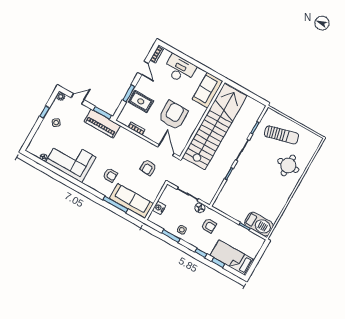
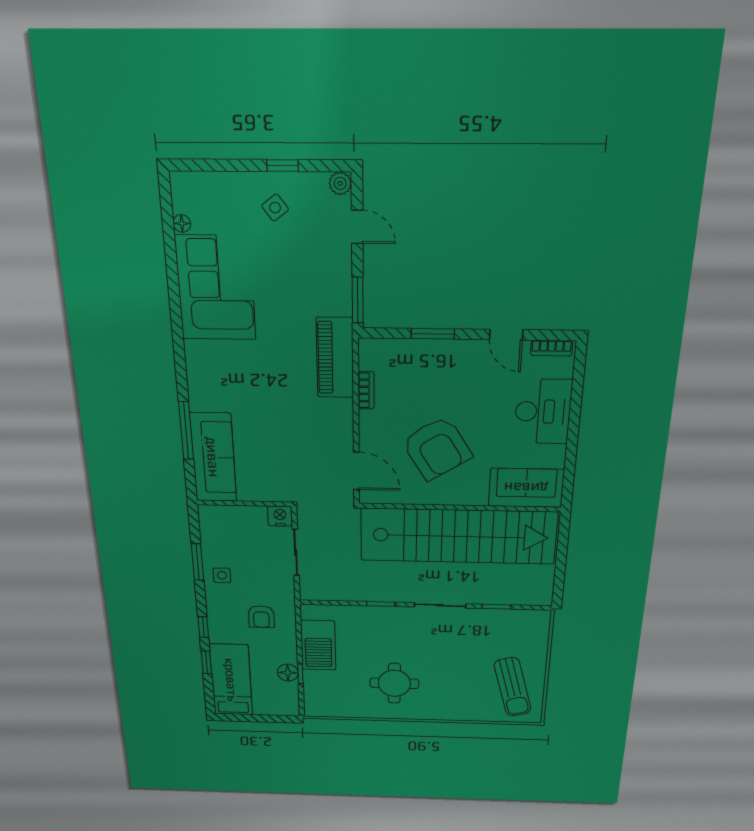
door: (143, 68) -> (506, 335), hinge flipped
rug: (141, 101) -> (429, 369), removed
armchair: (173, 115) -> (437, 448), turned 58
piano: (102, 124) -> (335, 358), moved
sun lounger: (282, 135) -> (513, 687), moved
door: (166, 150) -> (356, 471), hinge flipped
round table: (288, 165) -> (394, 683), moved
armchair: (148, 167) -> (300, 455), removed
armchair: (110, 175) -> (237, 389), removed
nightstand: (159, 208) -> (280, 516), moved
floor lamp: (200, 208) -> (288, 673), moved
barbecue: (259, 224) -> (318, 645), moved

